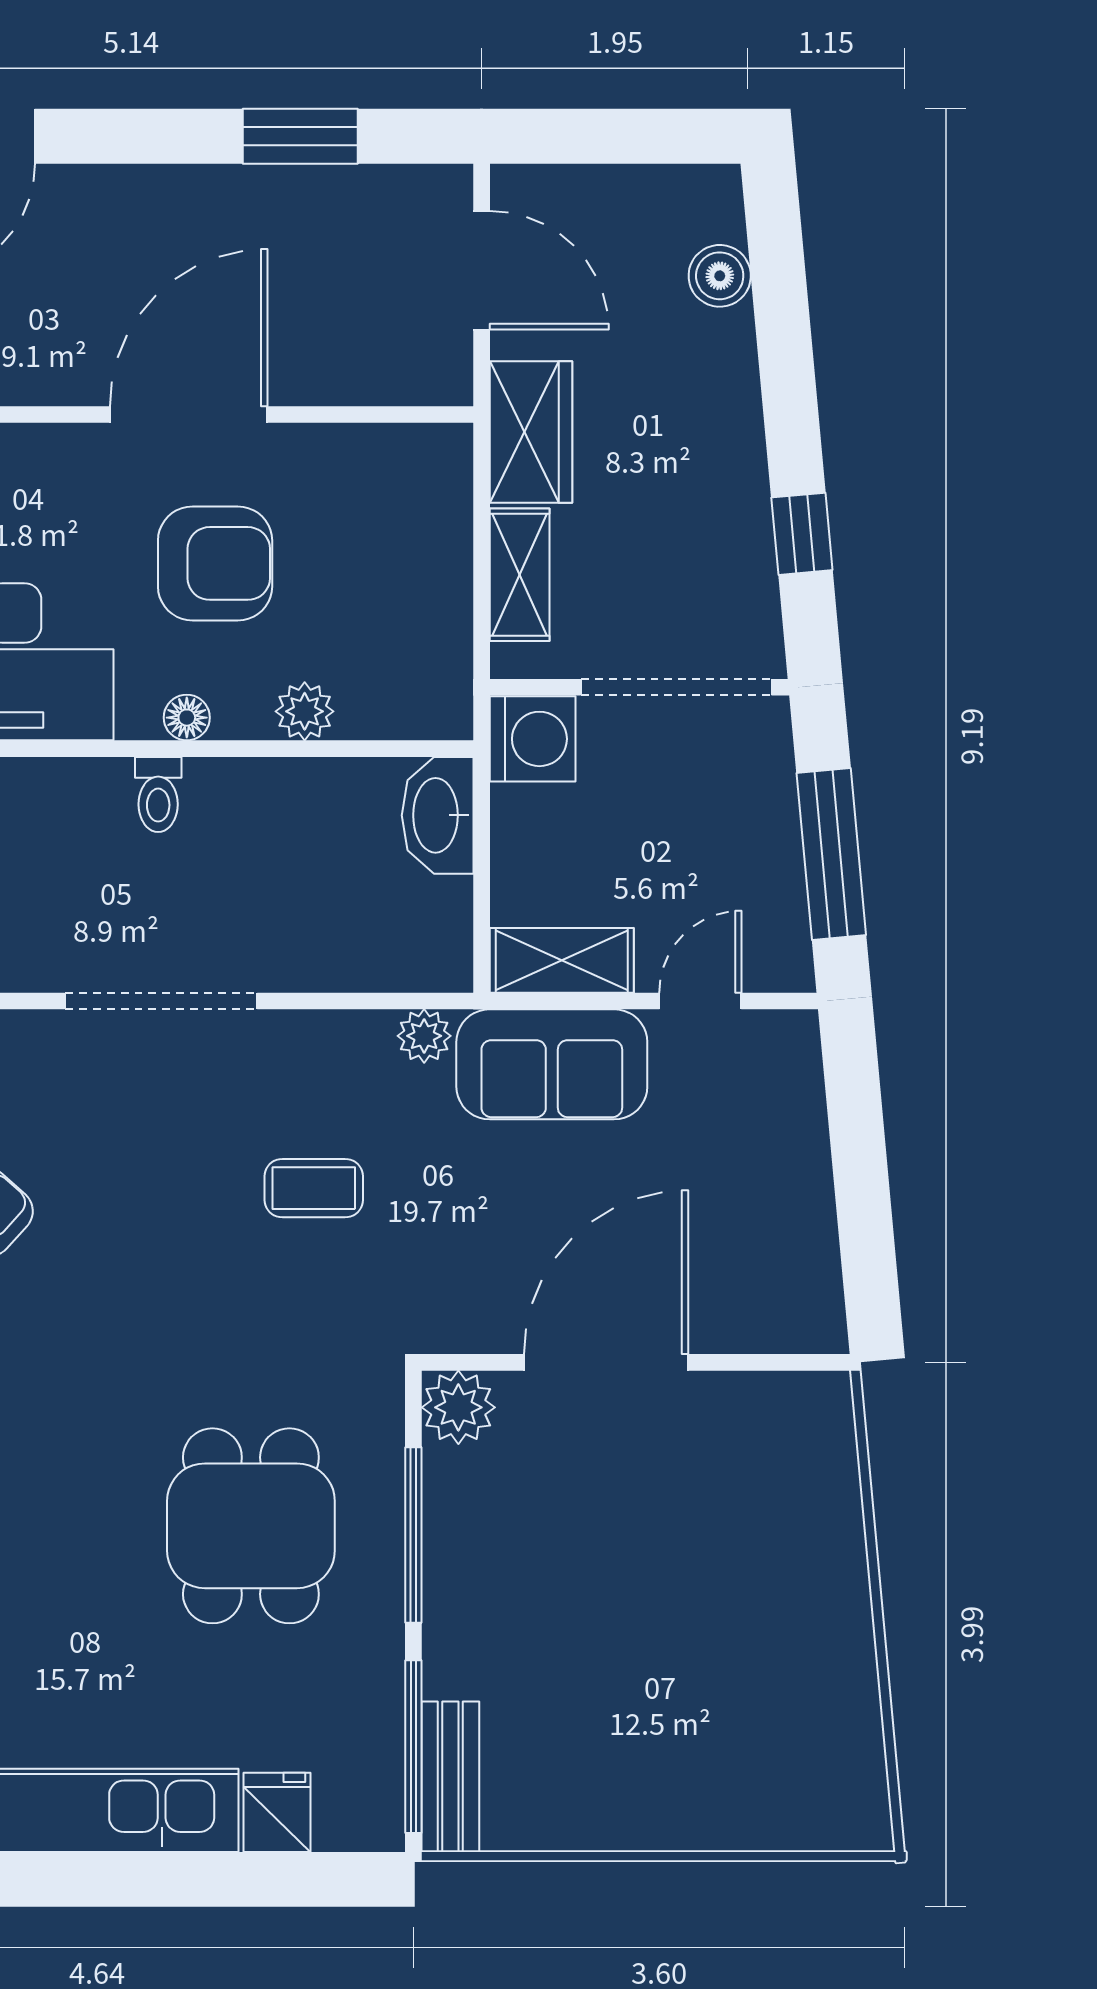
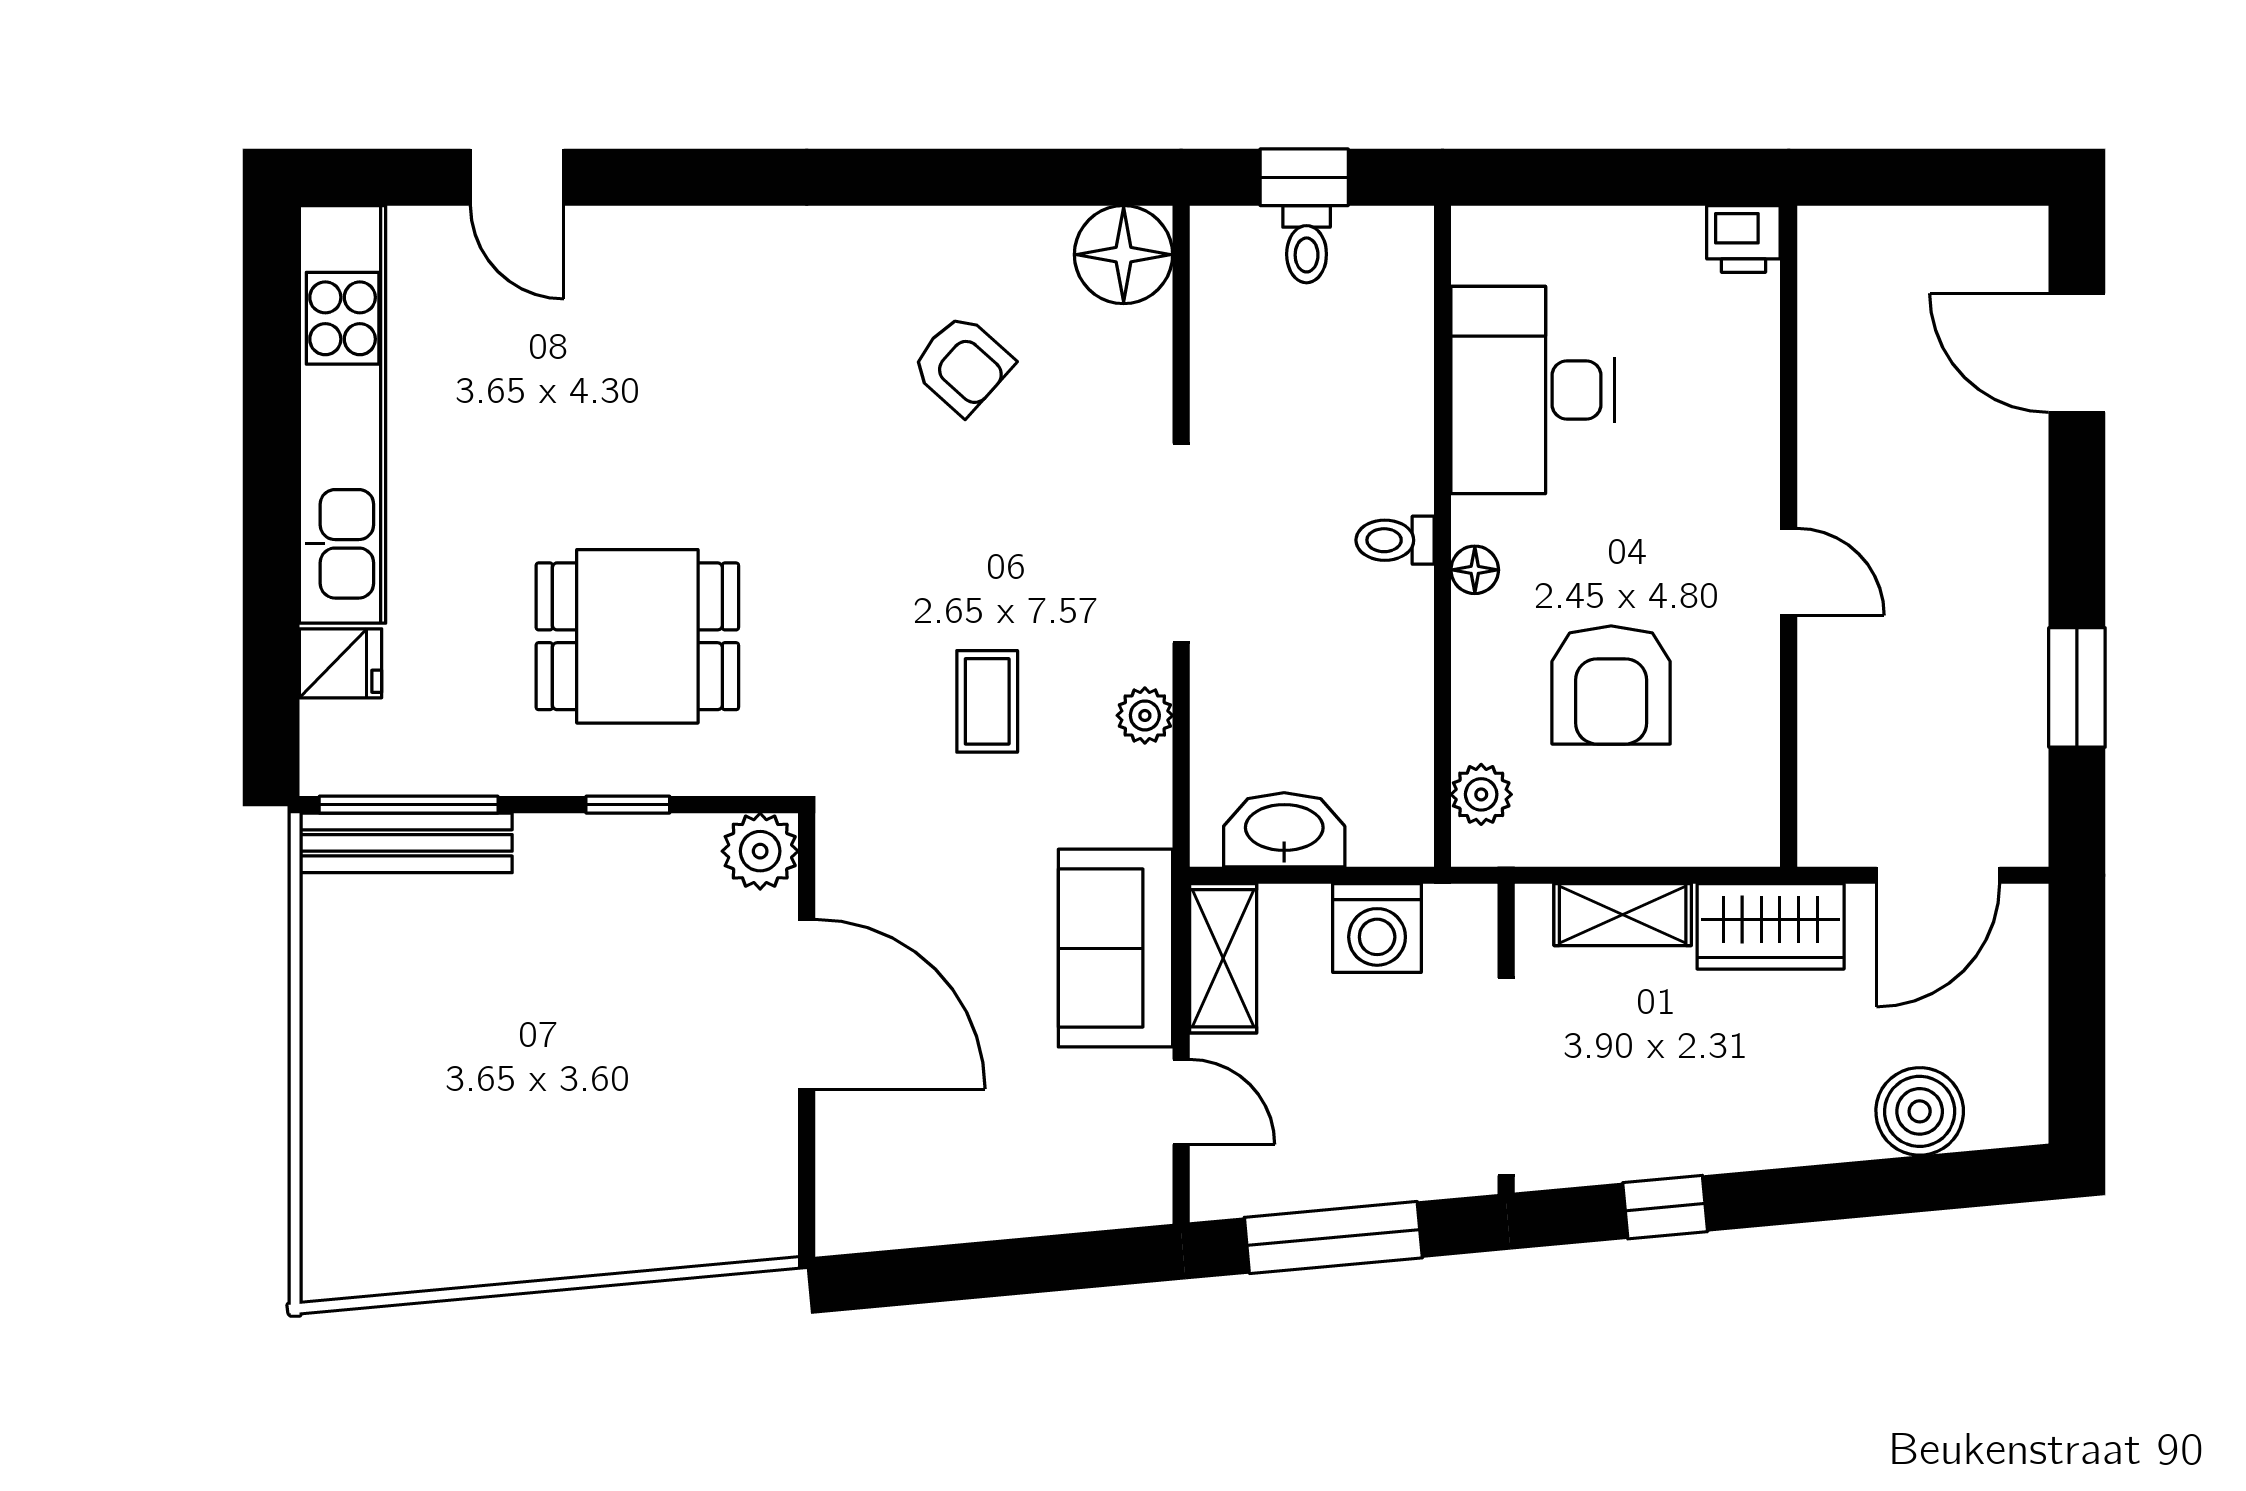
boiler: (720, 276) -> (1920, 1111), width x1.36, depth x1.36
door: (189, 414) -> (1789, 572), width x0.53
armchair: (215, 563) -> (1611, 685), moved
plant: (305, 711) -> (1481, 794), moved
washing machine: (533, 739) -> (1377, 928), moved
washbasin: (438, 815) -> (1284, 830), moved
plant: (424, 1036) -> (1145, 715), moved
window: (413, 1535) -> (628, 805), width x0.46
bench: (450, 1777) -> (406, 843), width x1.36

